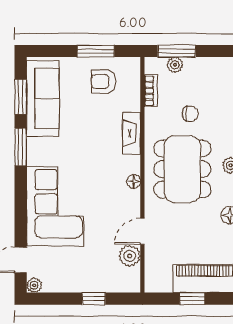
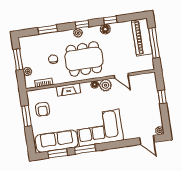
window: (177, 51) -> (18, 59), moved
corner sofa: (55, 206) -> (99, 128), moved
plant: (130, 256) -> (105, 85), moved
window: (192, 299) -> (154, 43), width x2.17

